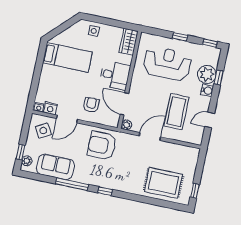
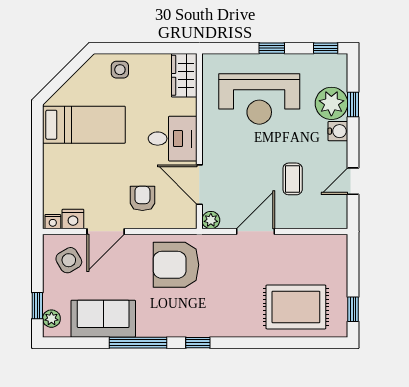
reception desk: (167, 64) -> (259, 99), turned 180
coffee table: (176, 112) -> (293, 179), width x0.54, depth x0.58

